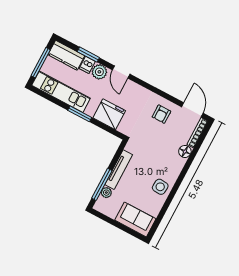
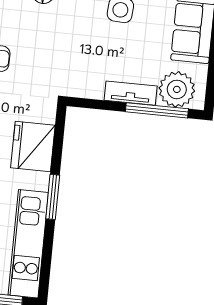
tv unit: (119, 170) -> (131, 93), width x0.71
plant: (106, 193) -> (177, 89), width x1.88, depth x1.88

